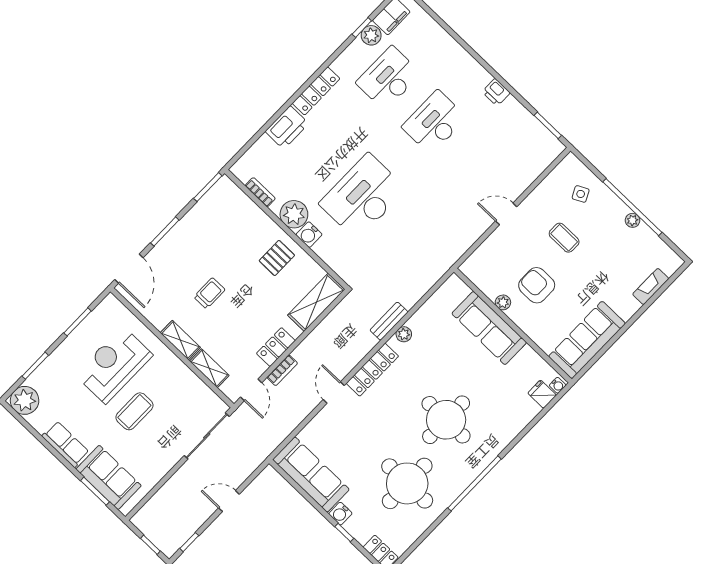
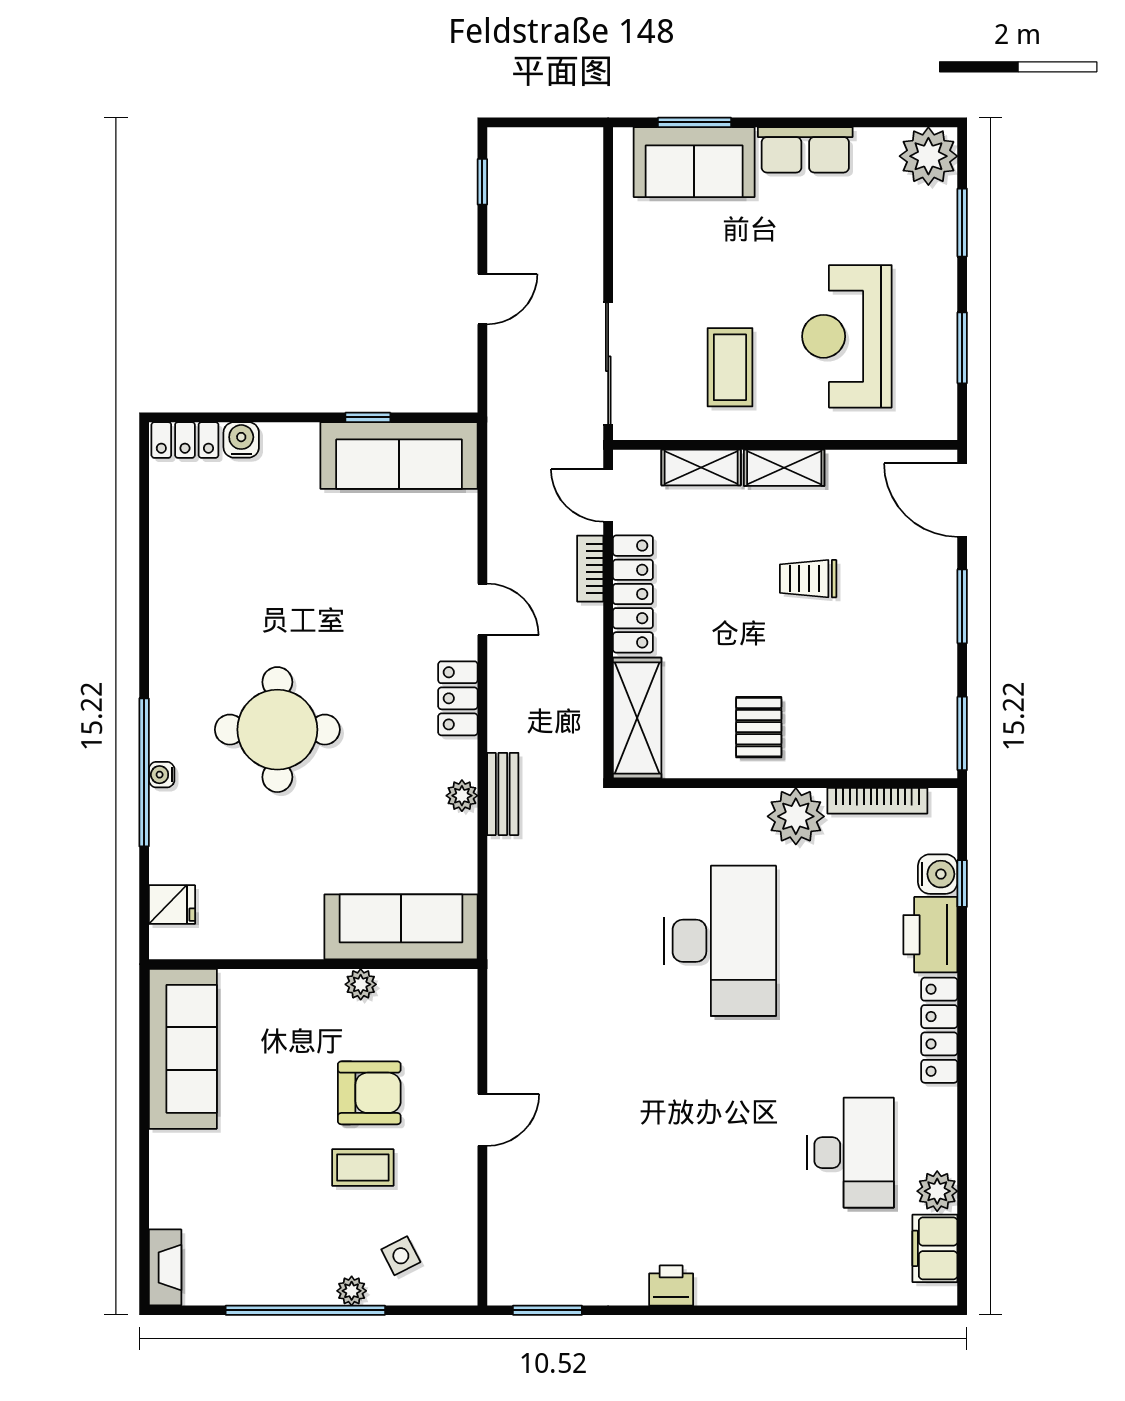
window: (362, 28) -> (962, 884), moved
desk: (434, 122) -> (720, 1153), removed
bookcase: (260, 192) -> (877, 801), width x1.56
plant: (633, 220) -> (352, 1291), moved
water cooler: (309, 235) -> (938, 874), moved, turned 90
armchair: (537, 285) -> (369, 1093), moved
fireplace: (651, 286) -> (165, 1267), moved
trolley: (209, 293) -> (808, 579), turned 90
sofa: (489, 328) -> (401, 927), moved
locker: (276, 347) -> (633, 594), width x1.53
reception desk: (114, 365) -> (847, 336), turned 180
locker: (372, 370) -> (458, 698), width x0.66
water cooler: (558, 385) -> (162, 775), moved
coffee table: (134, 411) -> (730, 367), moved
round table: (407, 483) -> (244, 580), removed
window: (475, 483) -> (144, 772), moved
water cooler: (340, 514) -> (241, 440), moved
window: (344, 532) -> (368, 417), moved
window: (150, 545) -> (536, 122), removed

